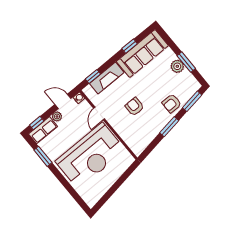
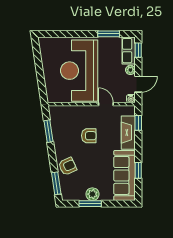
armchair: (172, 103) -> (68, 166), turned 65
window: (169, 127) -> (49, 131), moved

